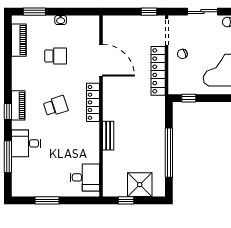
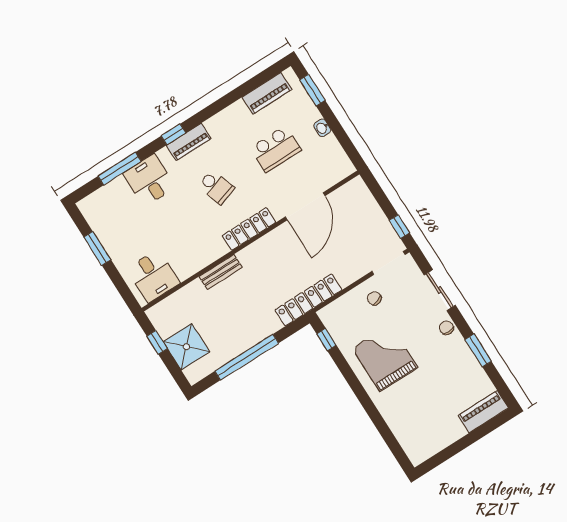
school desk: (56, 56) -> (276, 149), width x1.85
locker: (158, 71) -> (308, 300), moved

